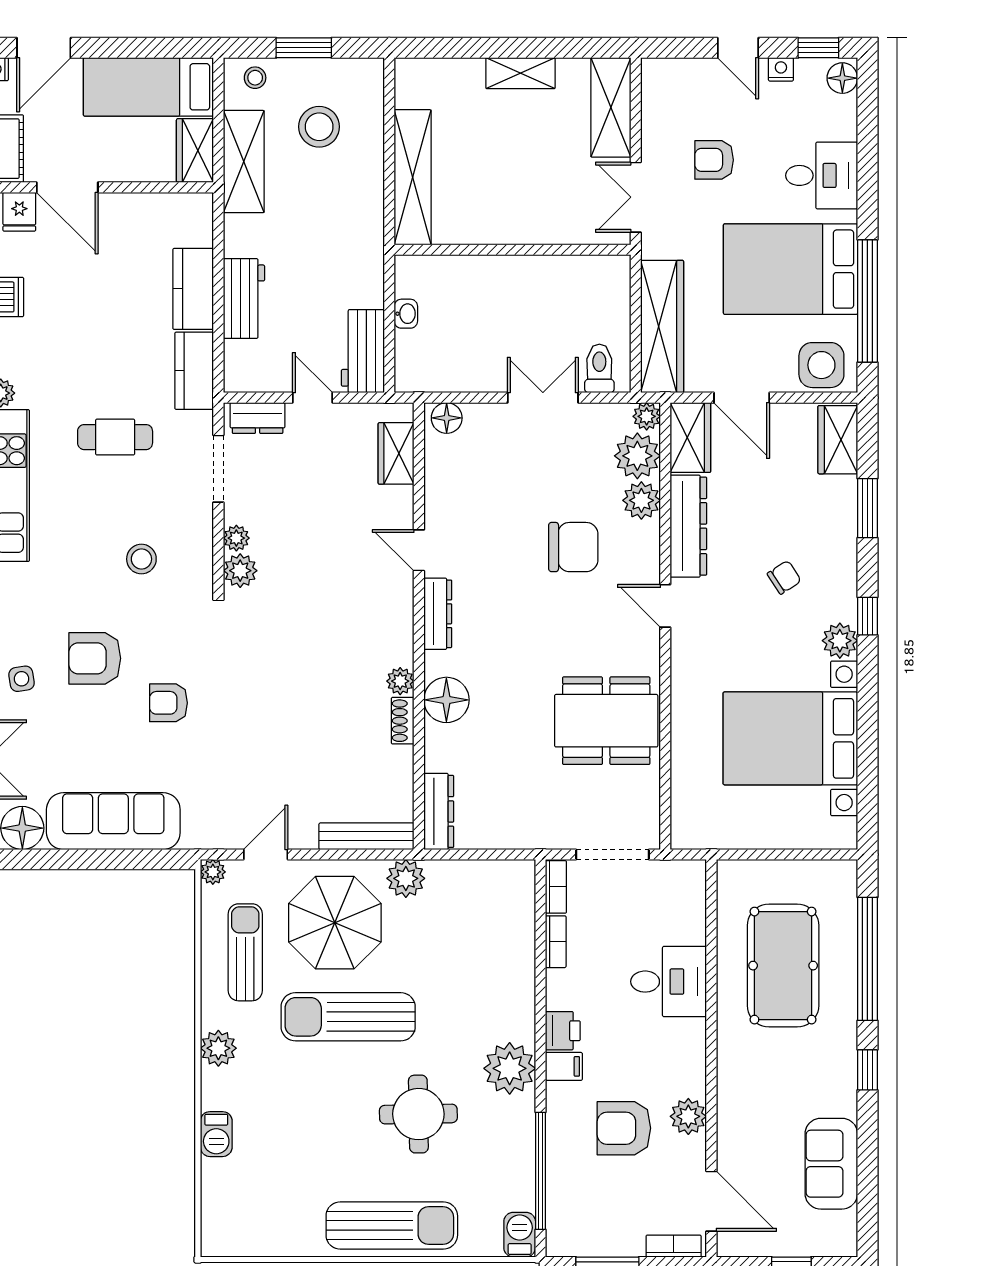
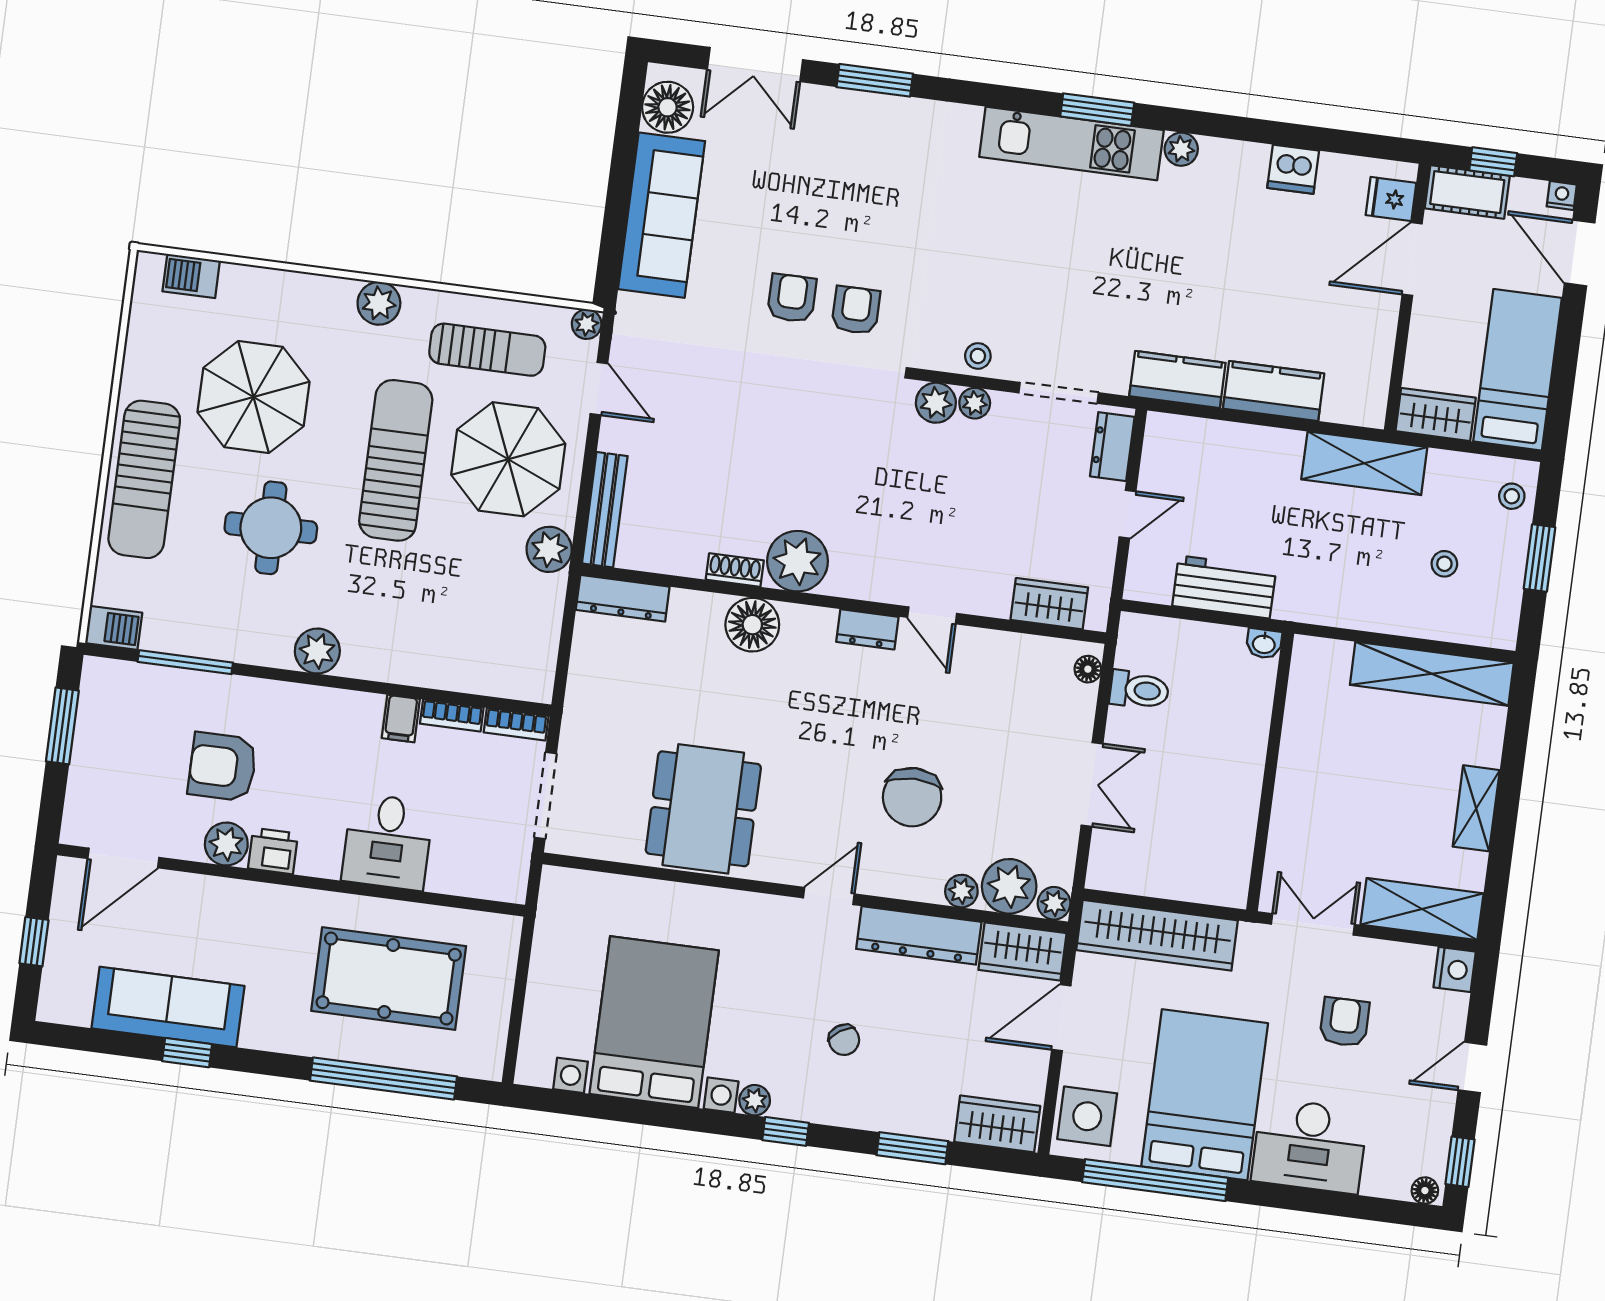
nightstand: (781, 69) -> (1455, 970), moved, width x1.39, depth x1.35
floor lamp: (842, 78) -> (1425, 1191), width x0.73, depth x0.73
stool: (319, 127) -> (1444, 564), width x0.53, depth x0.53
shelving: (244, 162) -> (1364, 463), moved
desk: (822, 175) -> (1310, 1146), width x1.37
shelving: (413, 177) -> (1432, 674), moved
workbench: (244, 299) -> (1254, 449), removed
washbasin: (406, 314) -> (1264, 644), moved
workbench: (363, 351) -> (1224, 587), moved
toilet: (599, 368) -> (1139, 690), moved
floor lamp: (447, 418) -> (1088, 669), width x0.73, depth x0.73
cafe table: (115, 437) -> (1112, 277), removed
plant: (641, 500) -> (961, 891), width x0.73, depth x0.73
door: (419, 550) -> (932, 615), swing flipped
stool: (141, 559) -> (978, 356), moved, width x0.73, depth x0.73
dresser: (438, 614) -> (867, 629), width x0.70
plant: (840, 641) -> (755, 1100), width x0.73, depth x0.73
armchair: (95, 658) -> (856, 310), moved, width x0.72, depth x0.72
side table: (21, 679) -> (843, 129), removed
plant: (400, 681) -> (797, 561), width x1.87, depth x1.87
printer: (563, 1031) -> (273, 851), moved, turned 180
filing cabinet: (564, 1066) -> (401, 719), moved
plant: (510, 1068) -> (317, 651), width x0.73, depth x0.73
window: (867, 1070) -> (187, 1053), moved
armchair: (624, 1128) -> (222, 767), turned -90
barbecue: (216, 1134) -> (191, 276), moved
parasol: (311, 1143) -> (254, 397), added
sofa: (831, 1164) -> (168, 1007), width x1.36
window: (540, 1171) -> (185, 662), width x0.68
bookcase: (674, 1246) -> (77, 807), removed

